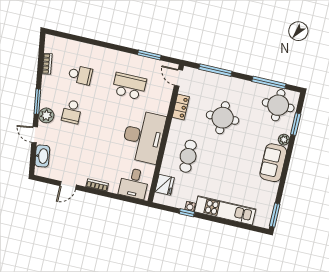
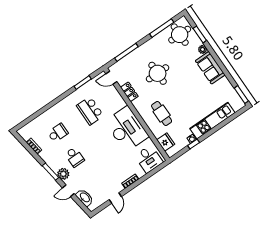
school desk: (129, 86) -> (90, 111), turned -90

